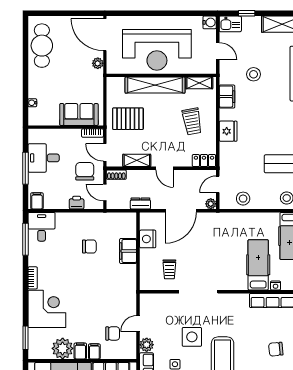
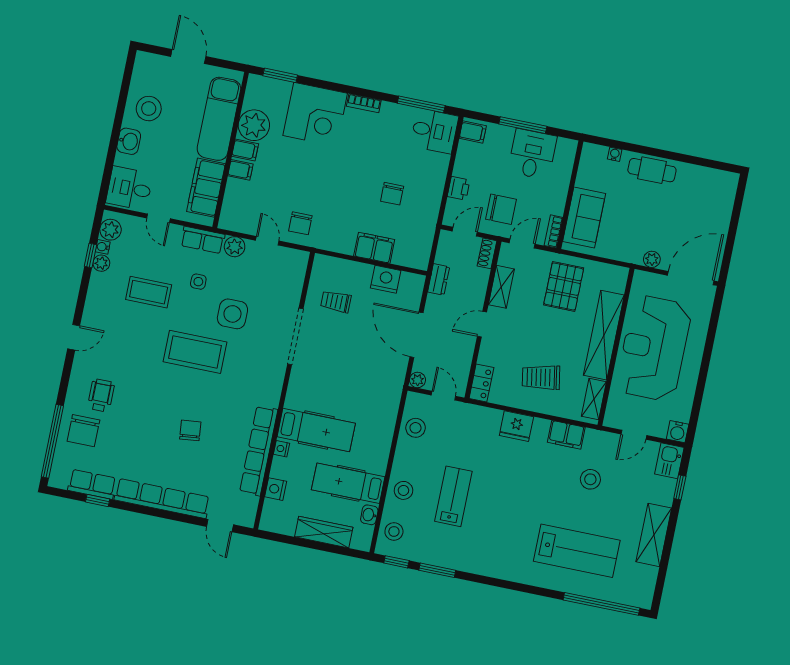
cafe table: (42, 46) -> (652, 170), moved, width x0.73, depth x0.74
chair: (113, 333) -> (300, 223), moved

